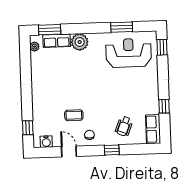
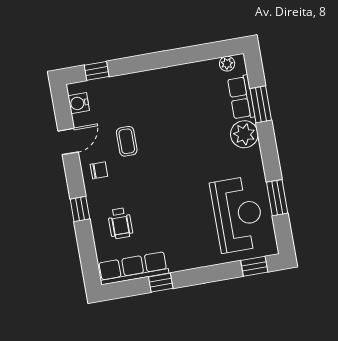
window: (50, 30) -> (261, 104), moved
wheelchair: (124, 126) -> (120, 223), turned -111
row of seats: (153, 129) -> (133, 268), width x1.48

